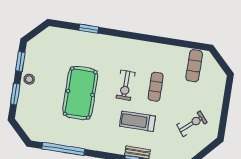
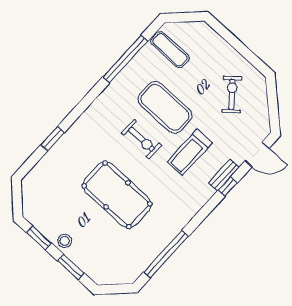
window: (170, 41) -> (125, 59), added
exercise mat: (156, 87) -> (165, 107), width x2.00, depth x1.45

